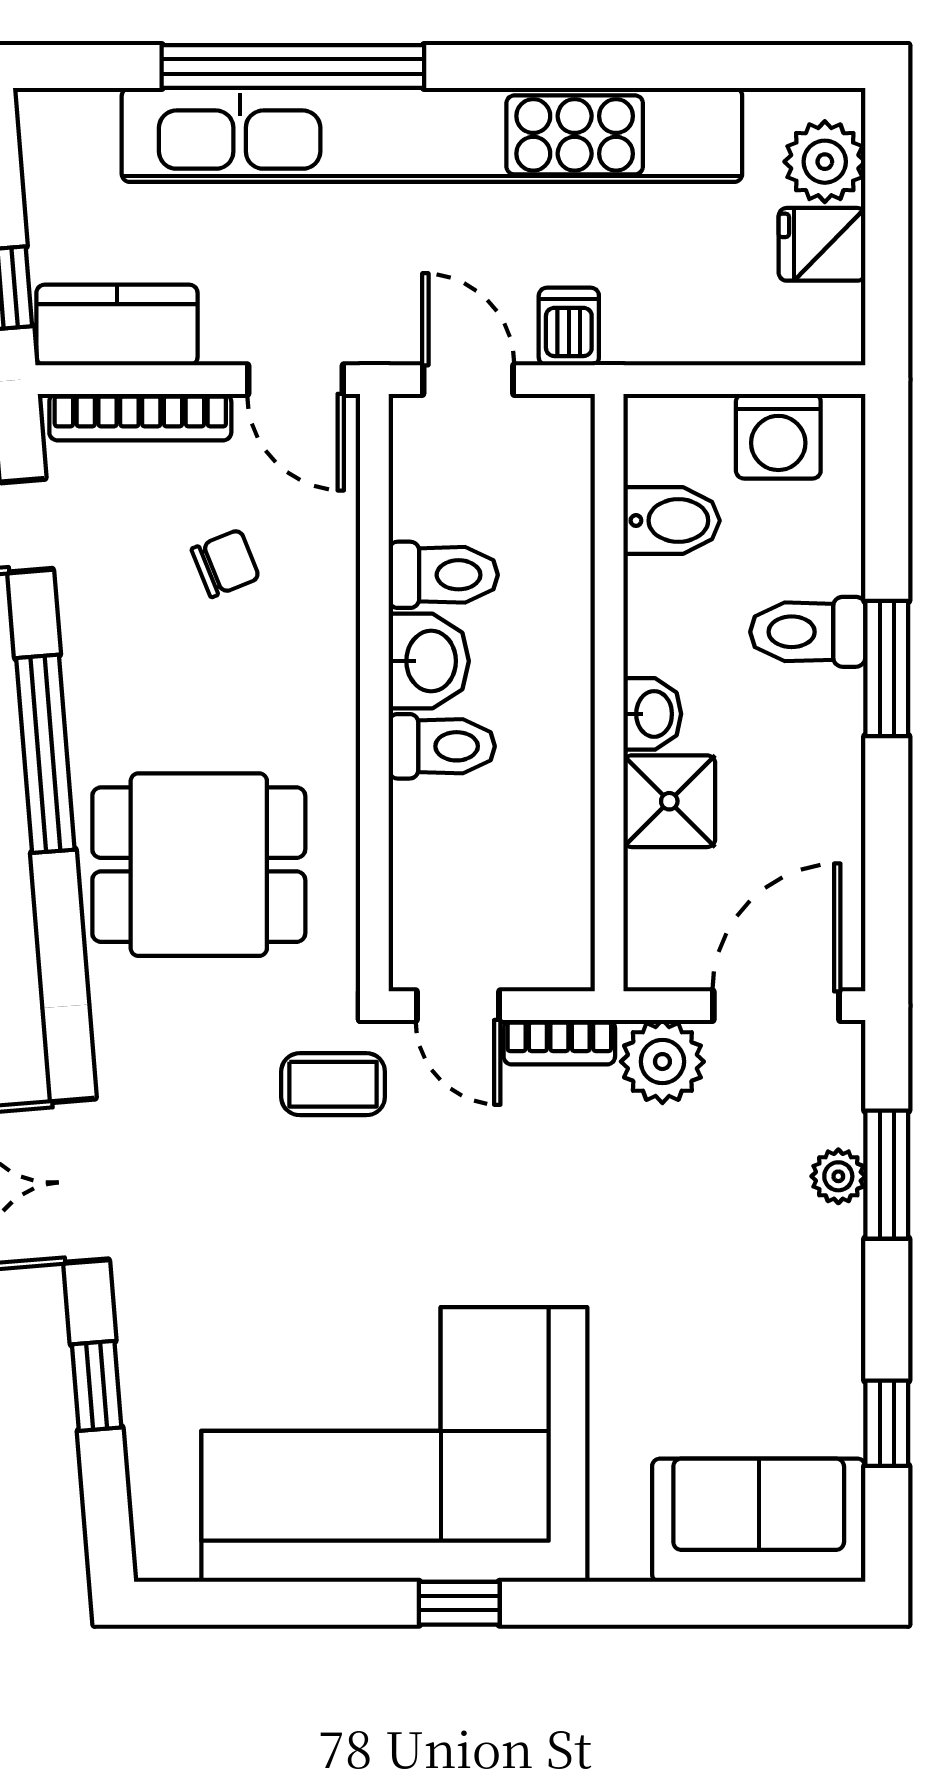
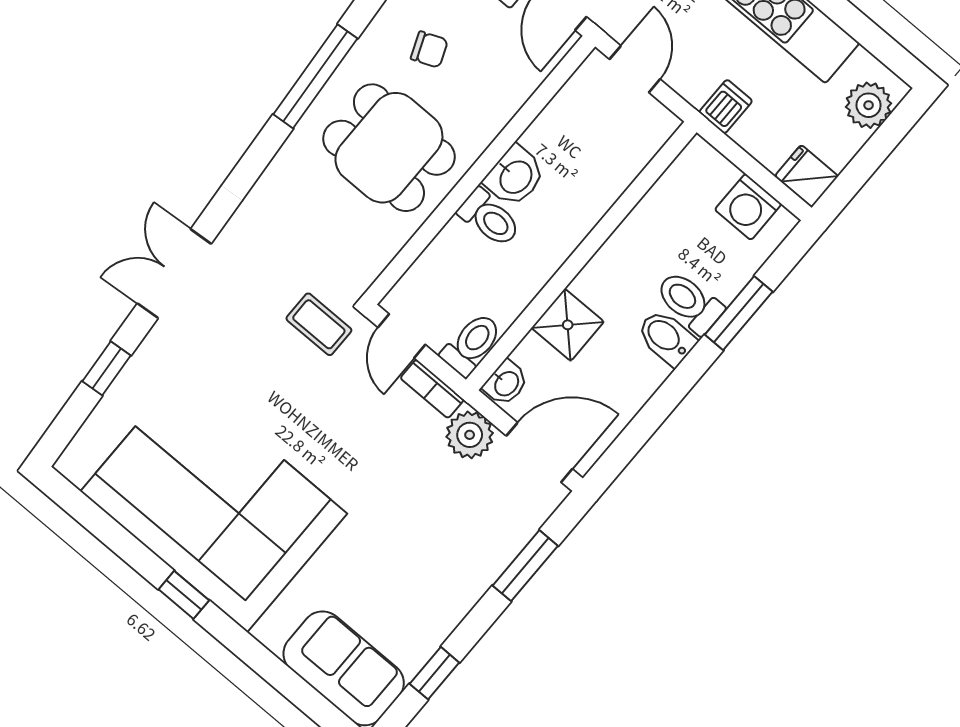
fridge: (822, 244) -> (807, 176), moved
dishwasher: (569, 327) -> (726, 107), moved
bidet: (672, 521) -> (666, 338), moved, turned 180
chair: (225, 563) -> (429, 50), moved
toilet: (443, 575) -> (472, 344), moved, turned -90
window: (887, 669) -> (739, 313), moved
washbasin: (652, 714) -> (506, 383), moved
dining table: (199, 865) -> (389, 148), moved
plant: (838, 1176) -> (504, 549), removed

